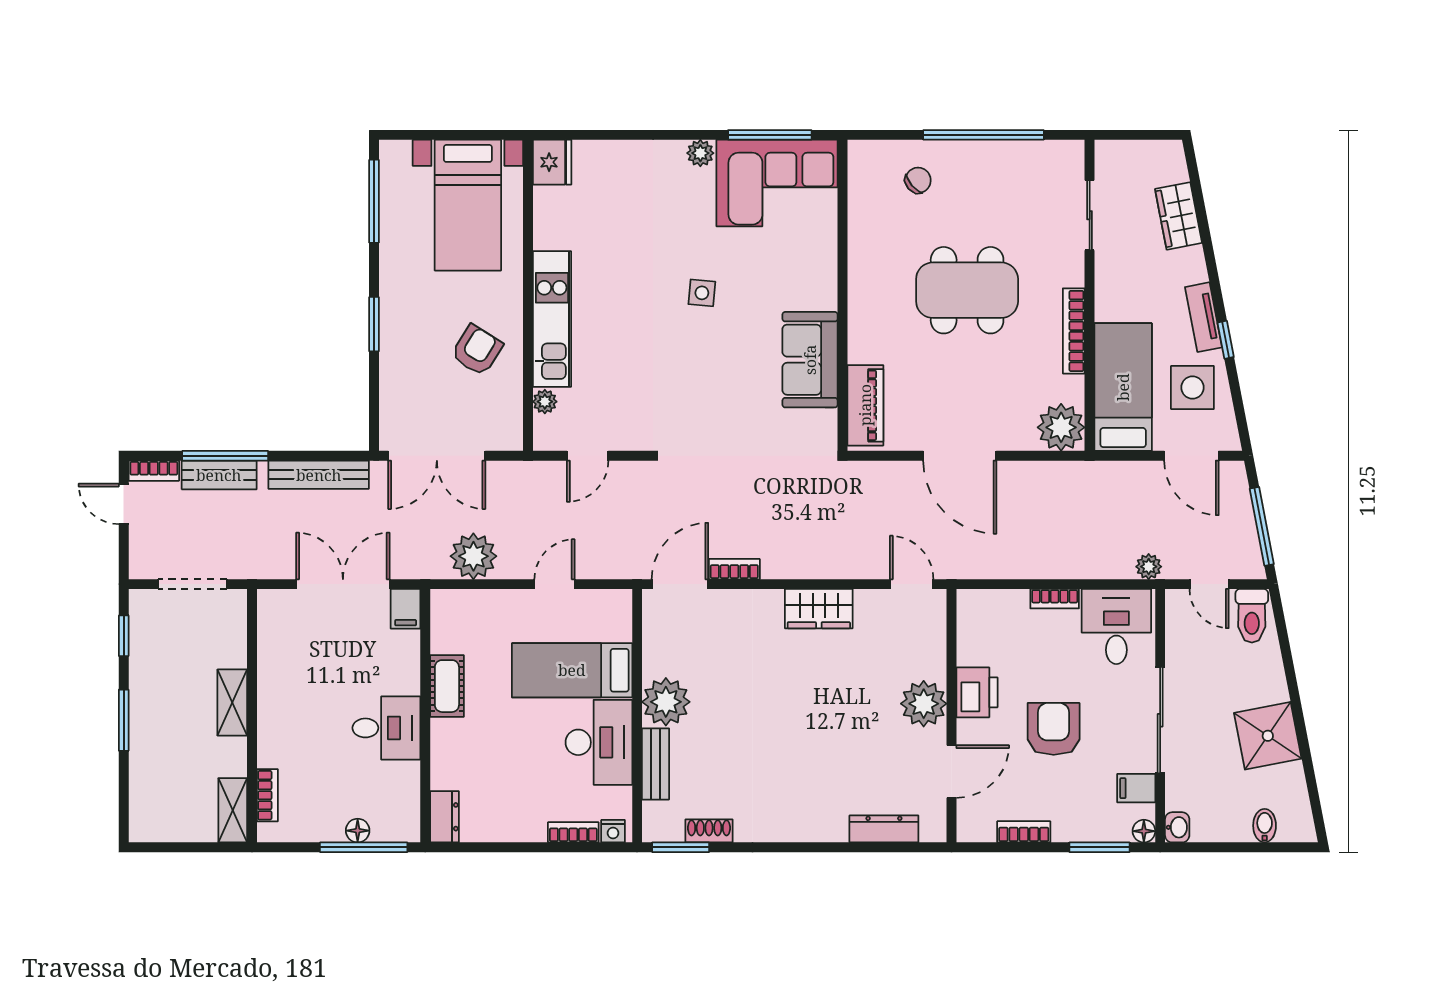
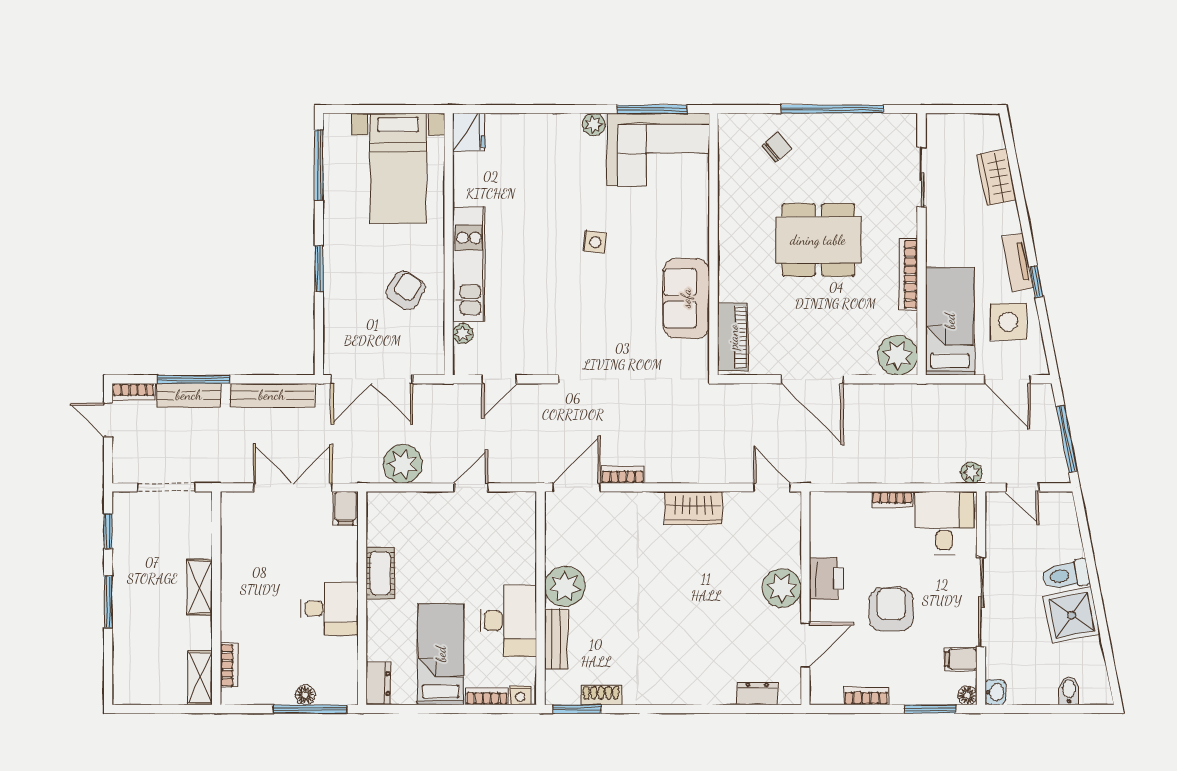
toilet: (1252, 616) -> (1066, 575), moved, turned 79
bed: (572, 670) -> (441, 654), moved, turned 90
dresser: (884, 829) -> (757, 694), width x0.70

